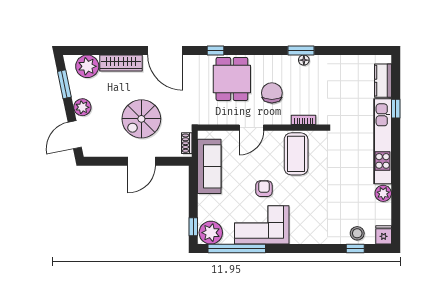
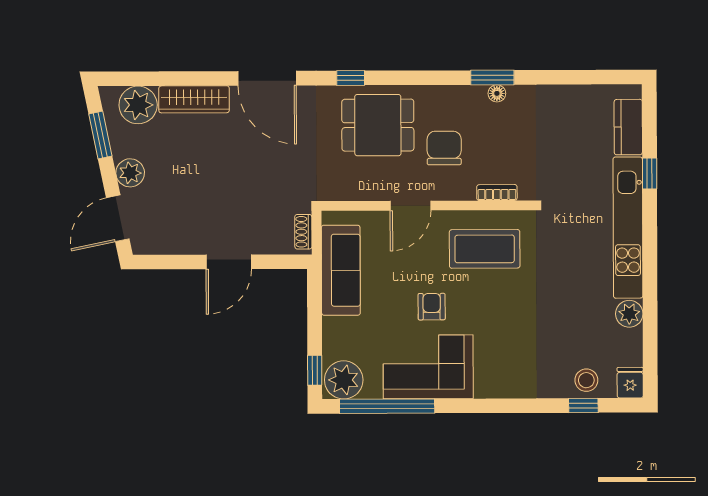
dining table: (232, 79) -> (378, 125), turned 90
spiral stairs: (141, 119) -> (228, 192), removed
coffee table: (296, 154) -> (485, 249), turned 90

